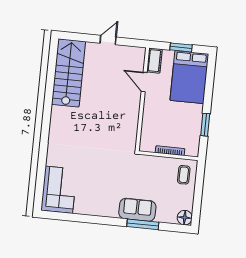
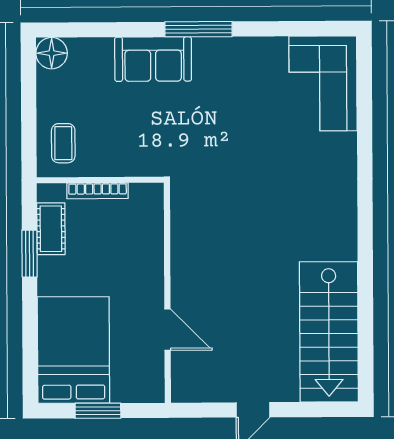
cot: (154, 61) -> (51, 229), moved
window: (143, 224) -> (198, 29), moved

